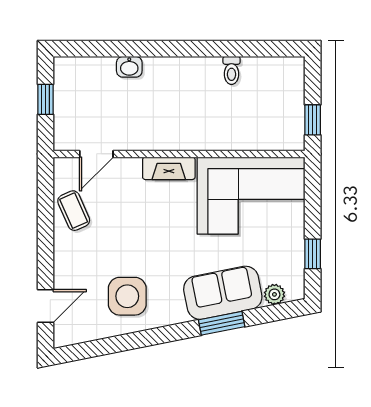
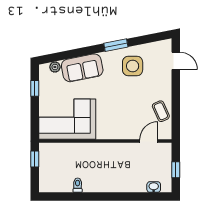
washbasin: (129, 67) -> (154, 187), moved
fireplace: (169, 168) -> (111, 133), removed
door: (45, 306) -> (176, 61), swing flipped
window: (222, 323) -> (116, 45), moved

